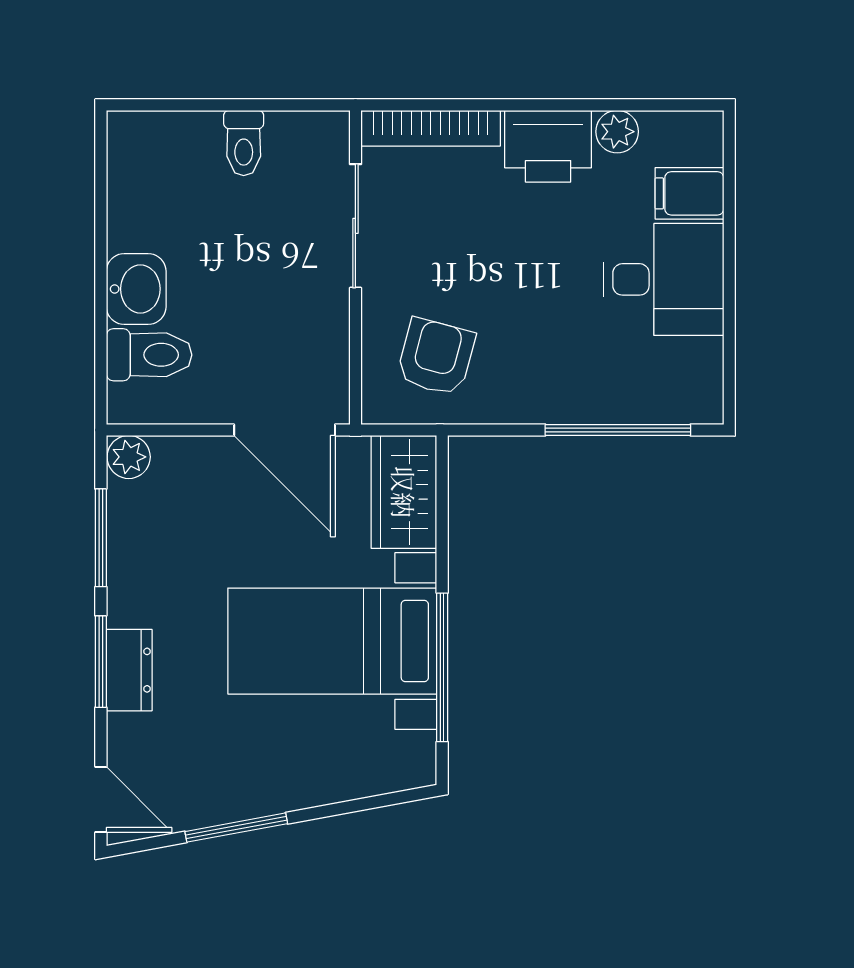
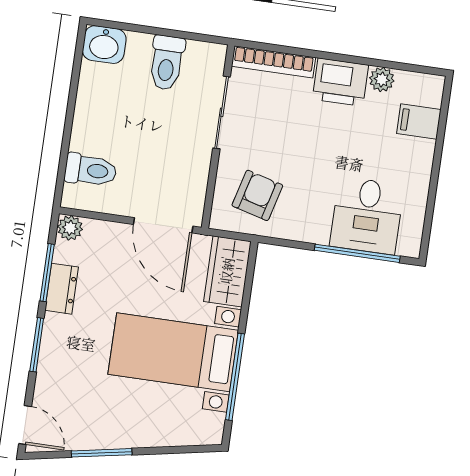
toilet: (244, 143) -> (167, 63), width x1.37, depth x1.39
desk: (664, 279) -> (367, 216), moved, turned 90
washbasin: (136, 289) -> (104, 45), moved, turned 90
dresser: (129, 670) -> (62, 289), moved

